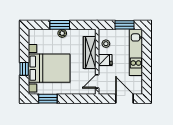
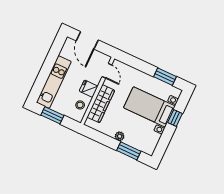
window: (60, 25) -> (129, 151), moved
bed with nightstands: (49, 68) -> (149, 107), width x0.73
door: (97, 81) -> (107, 71), hinge flipped

